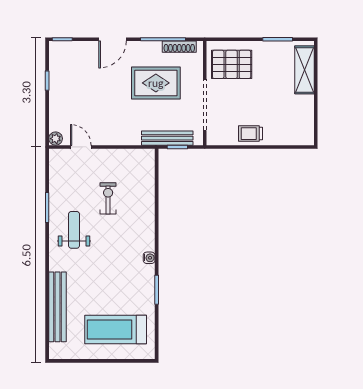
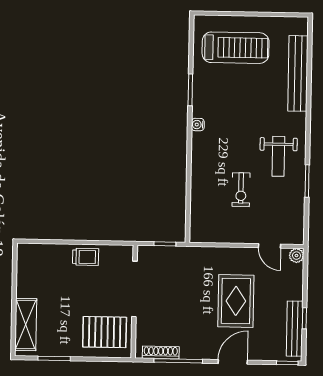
rug: (156, 83) -> (236, 301), moved, turned 90
bench: (167, 138) -> (295, 329), moved, turned 90

